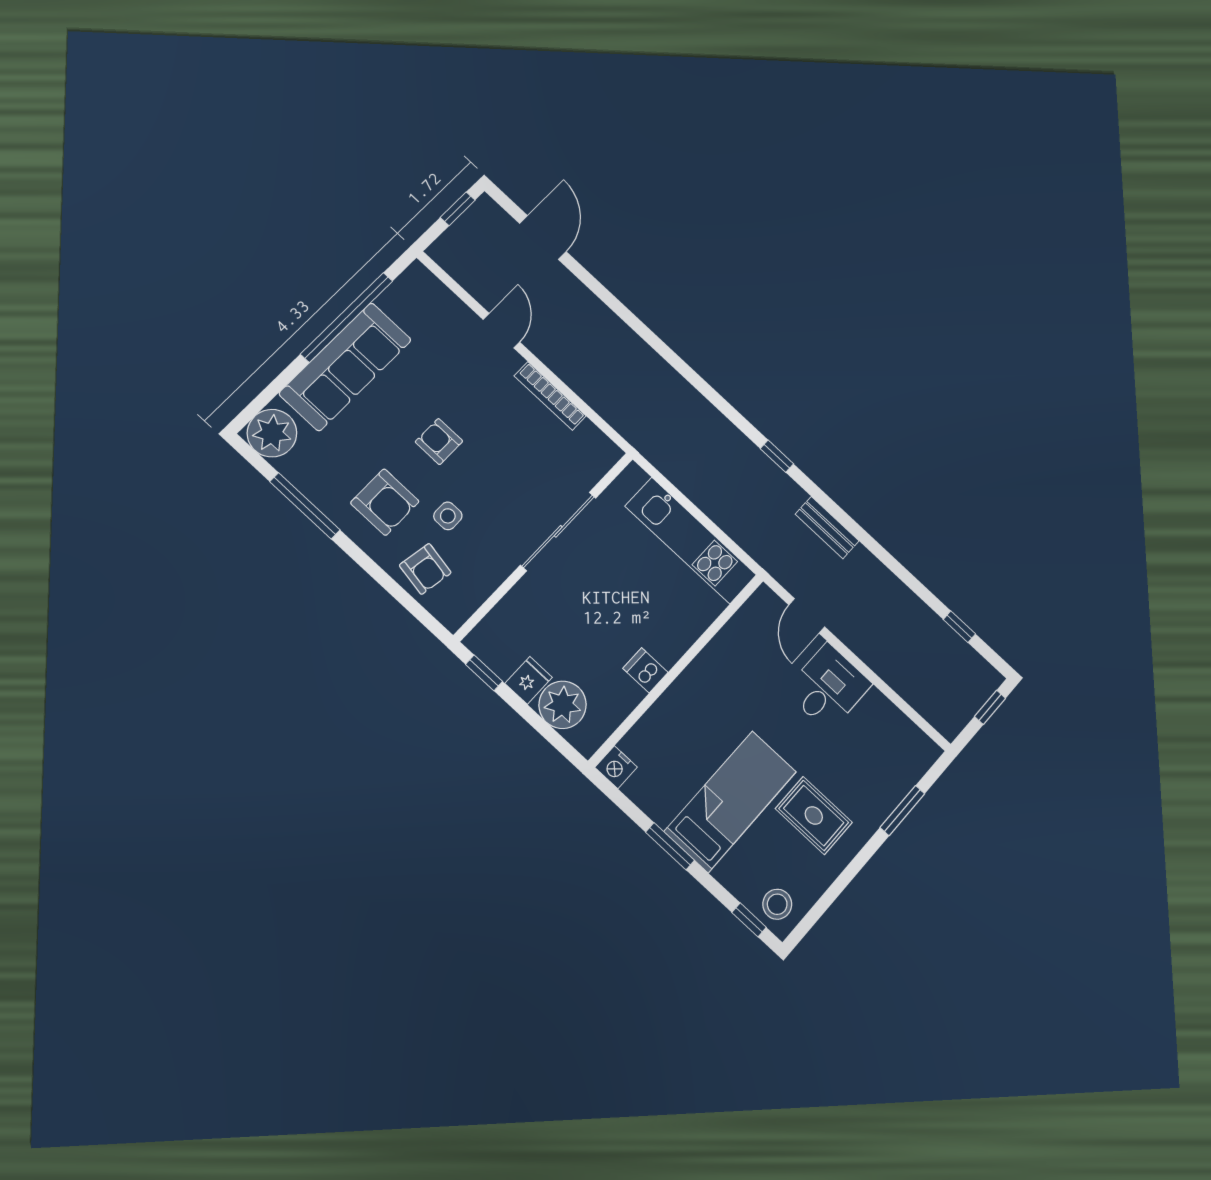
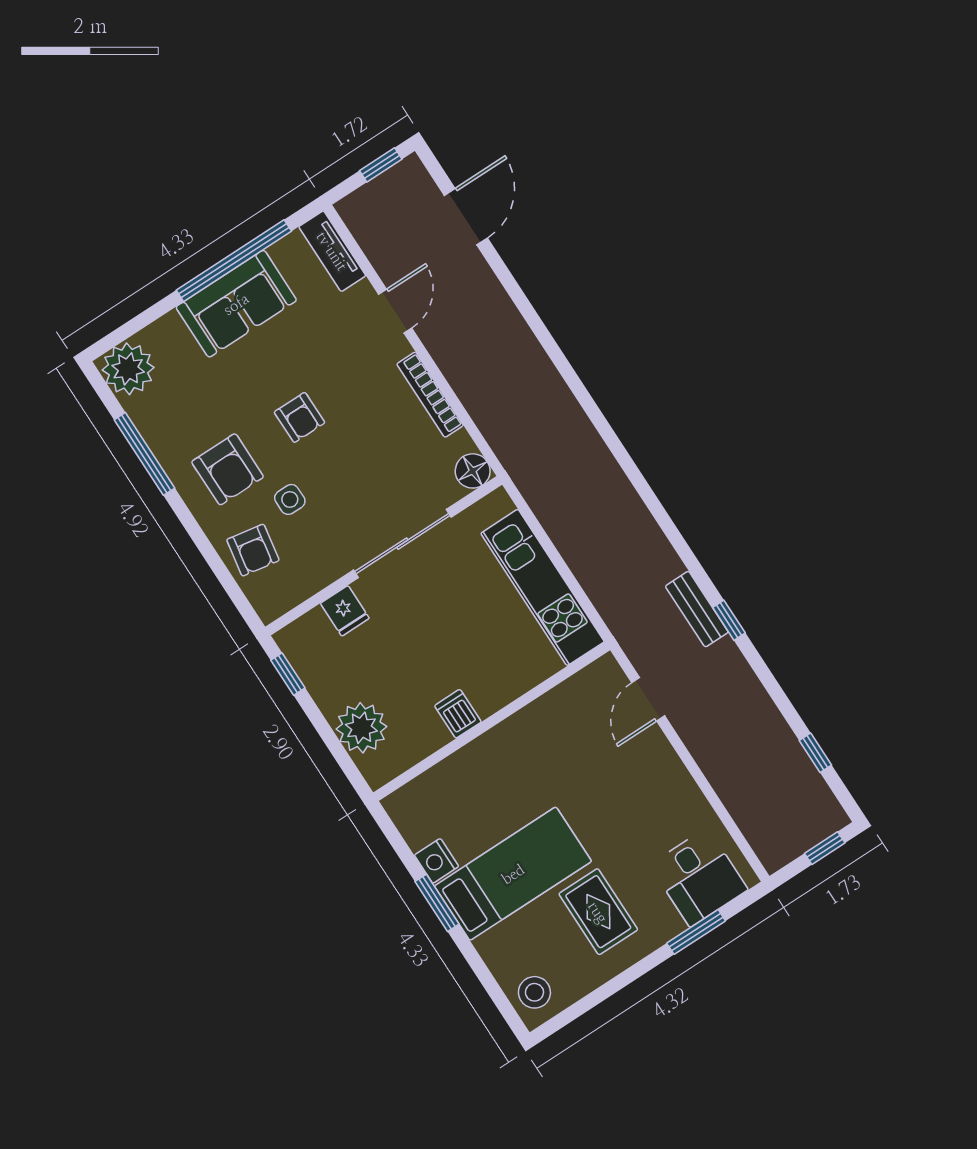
tv unit: (433, 291) -> (332, 251), added
sofa: (345, 367) -> (236, 304), width x0.73
armchair: (439, 442) -> (299, 417), turned 180
floor lamp: (604, 454) -> (473, 471), added
window: (777, 456) -> (729, 620), moved
fridge: (529, 680) -> (345, 611), moved, turned 90
desk: (828, 687) -> (699, 877), moved, turned 90
nightstand: (616, 767) -> (437, 861), moved
window: (749, 920) -> (500, 1000), removed

